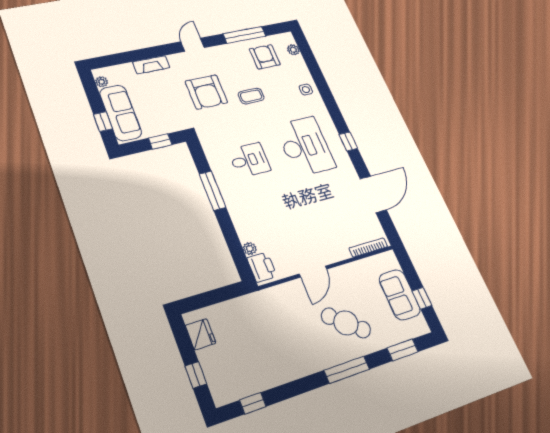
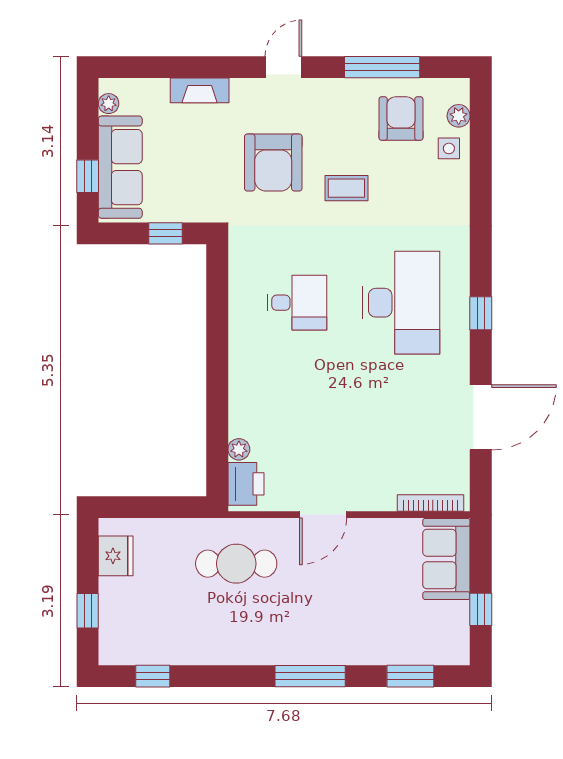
side table: (306, 90) -> (449, 148), moved
window: (212, 191) -> (217, 339), removed
sofa: (400, 295) -> (446, 559), moved
cafe table: (346, 323) -> (236, 564), moved, turned -40

